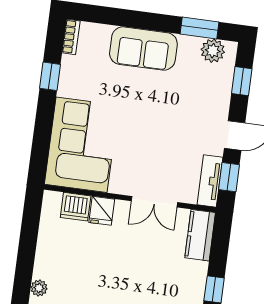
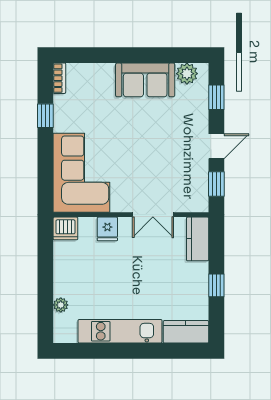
window: (199, 28) -> (172, 55), removed
sofa: (143, 49) -> (145, 80), moved
tv unit: (210, 181) -> (200, 190), removed
dishwasher: (76, 207) -> (65, 228), moved

